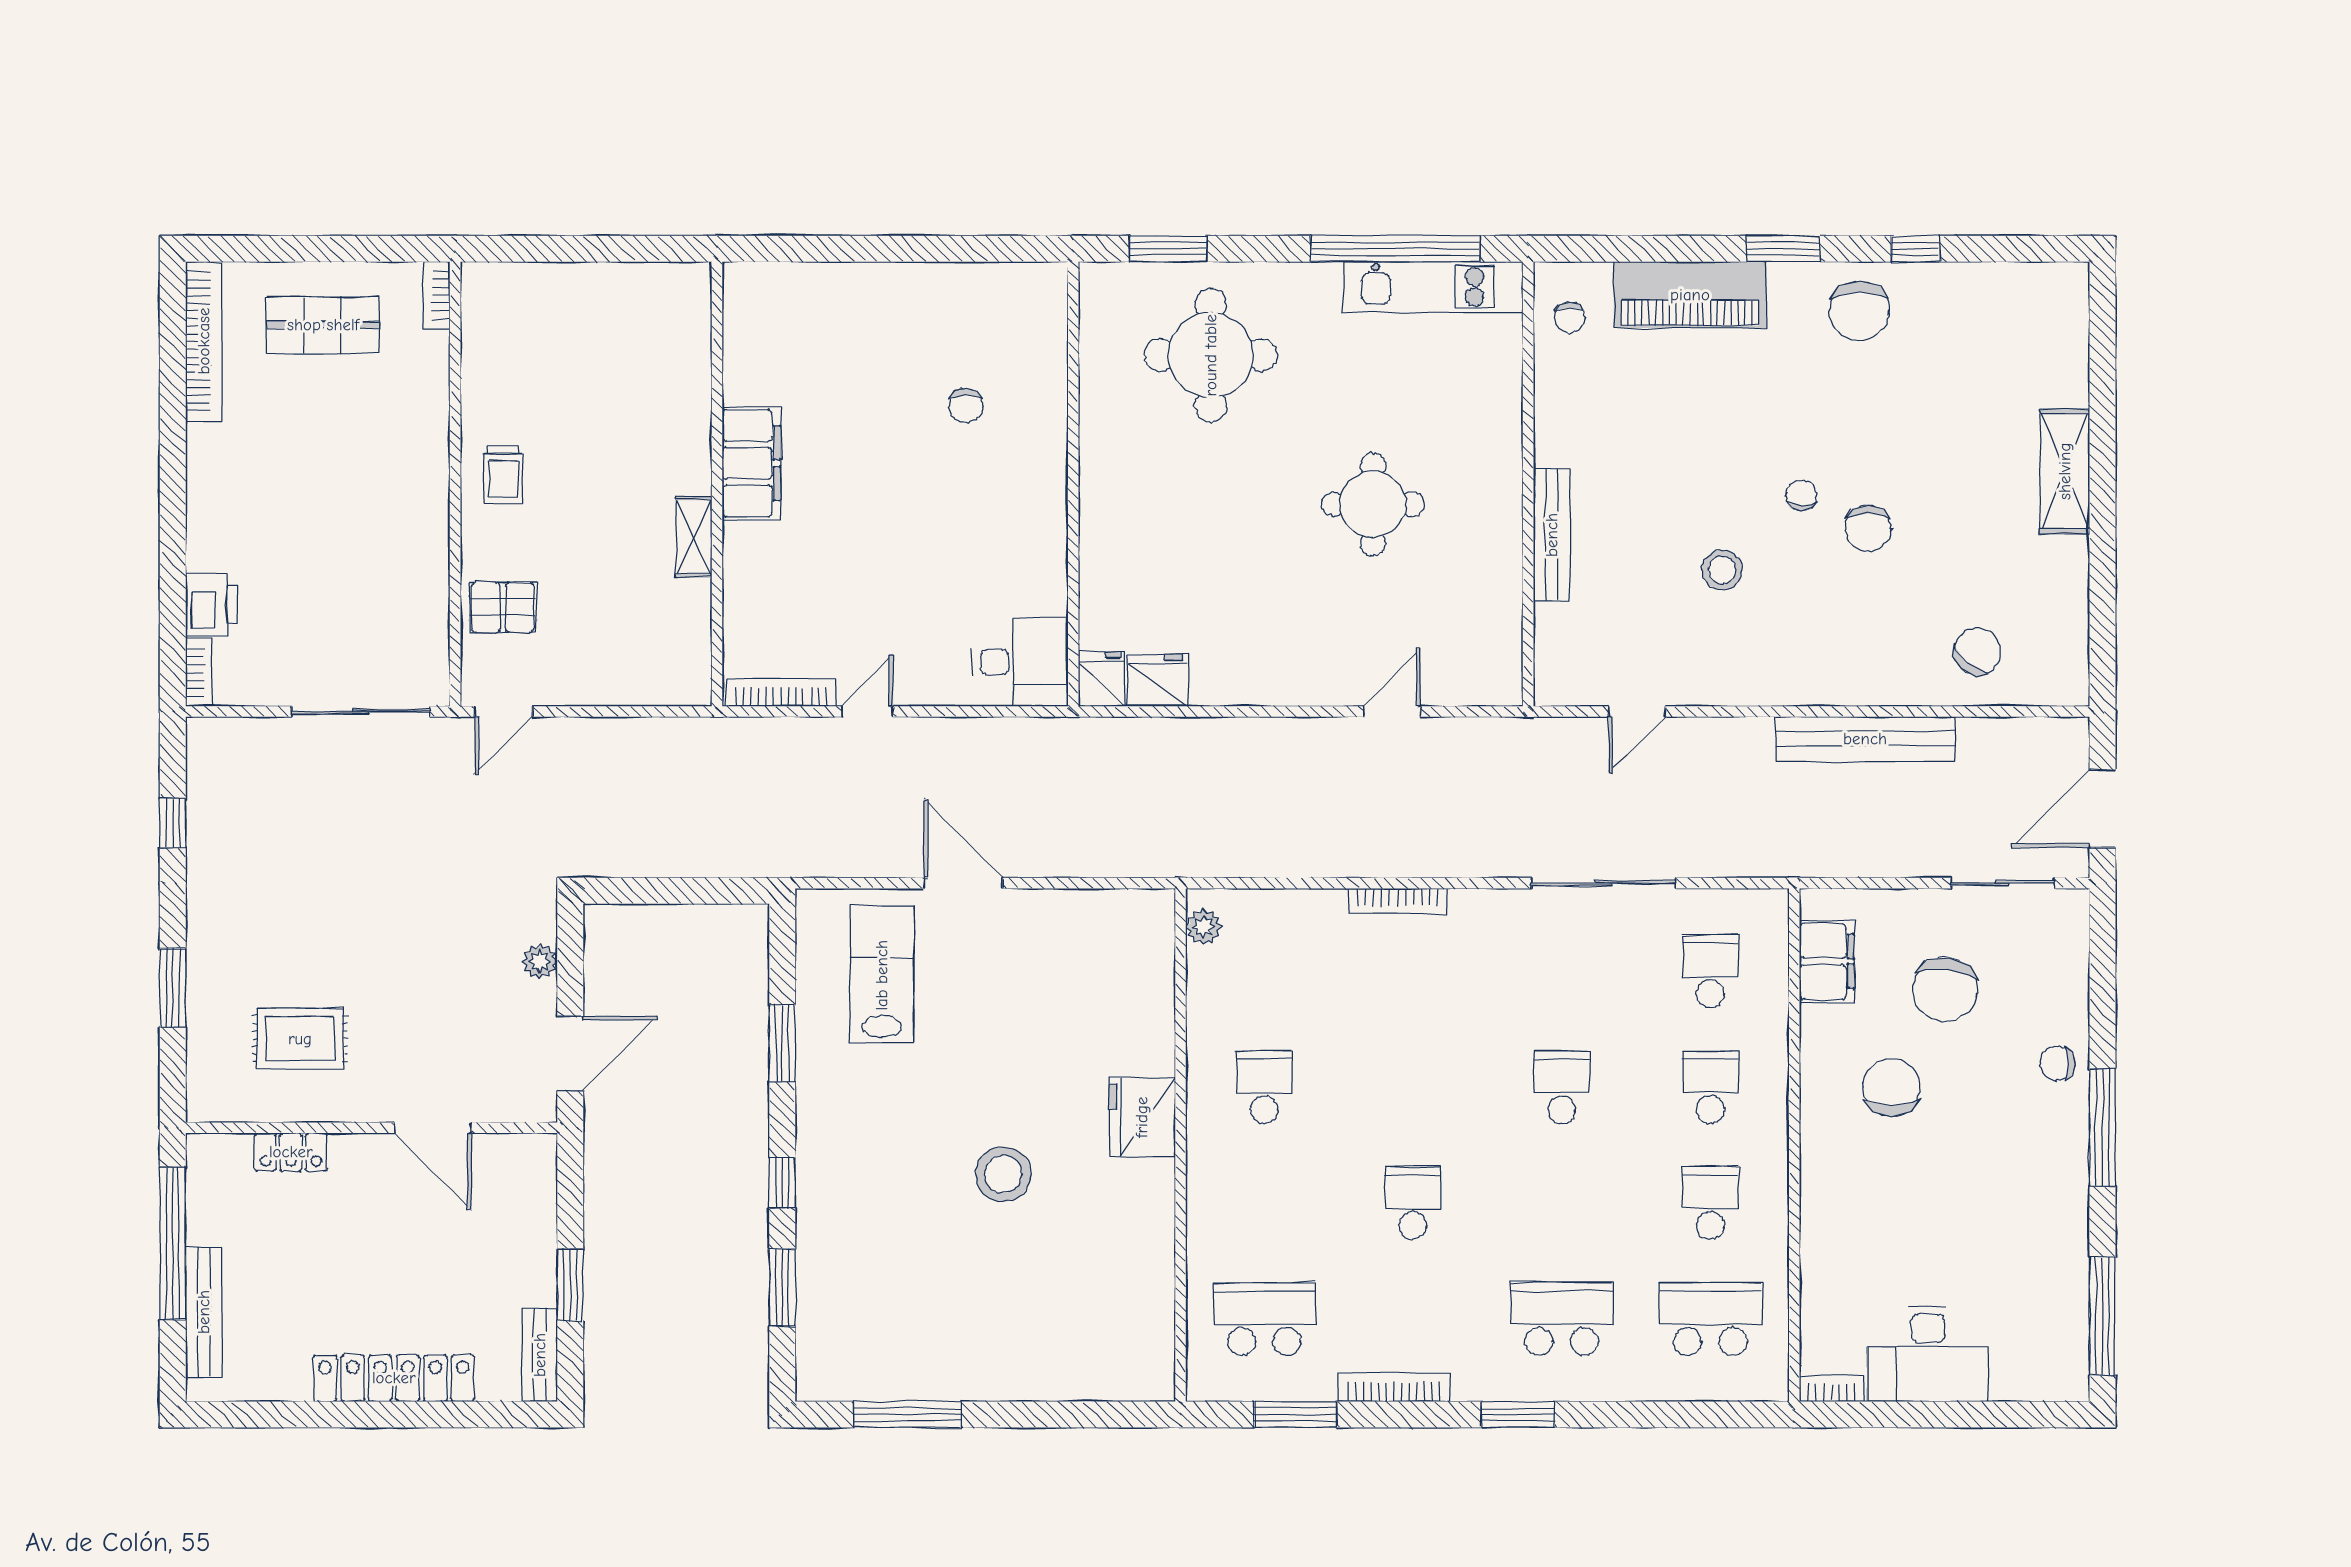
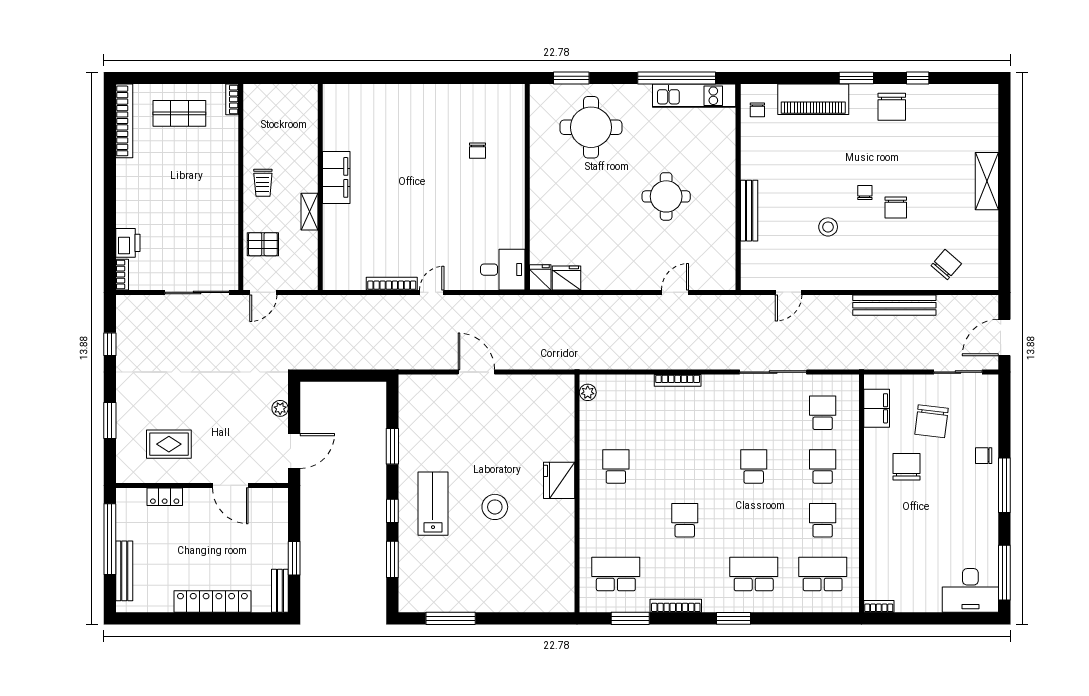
filing cabinet: (751, 463) -> (336, 177), moved
wall: (717, 484) -> (320, 187), moved
shelving: (694, 537) -> (310, 212), moved
lab bench: (882, 975) -> (433, 504), moved
desk: (1928, 1354) -> (970, 590), moved

